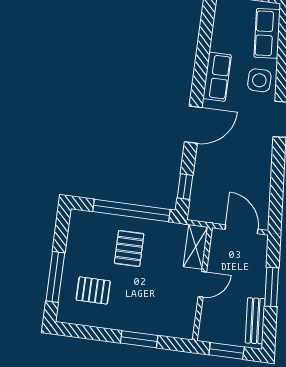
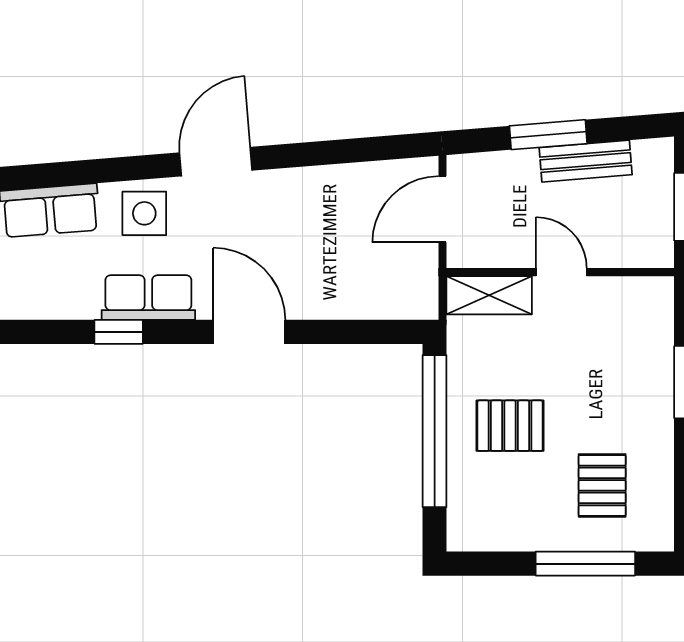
window: (185, 187) -> (119, 332), moved
bench: (255, 321) -> (586, 161), moved

